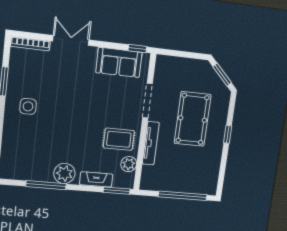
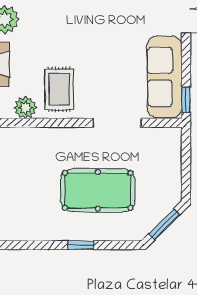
sofa: (119, 62) -> (164, 77), width x1.36
tv unit: (151, 143) -> (58, 135), removed

